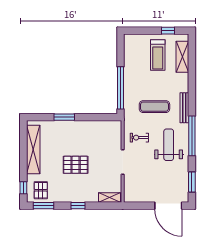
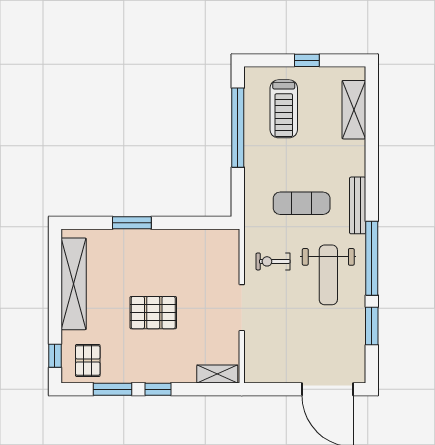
window: (168, 31) -> (307, 60), moved
treadmill: (158, 55) -> (284, 109), moved
window: (120, 88) -> (238, 128), moved
weight bench: (169, 145) -> (328, 275), turned 180
window: (192, 182) -> (372, 326), moved
window: (43, 206) -> (113, 389), moved

